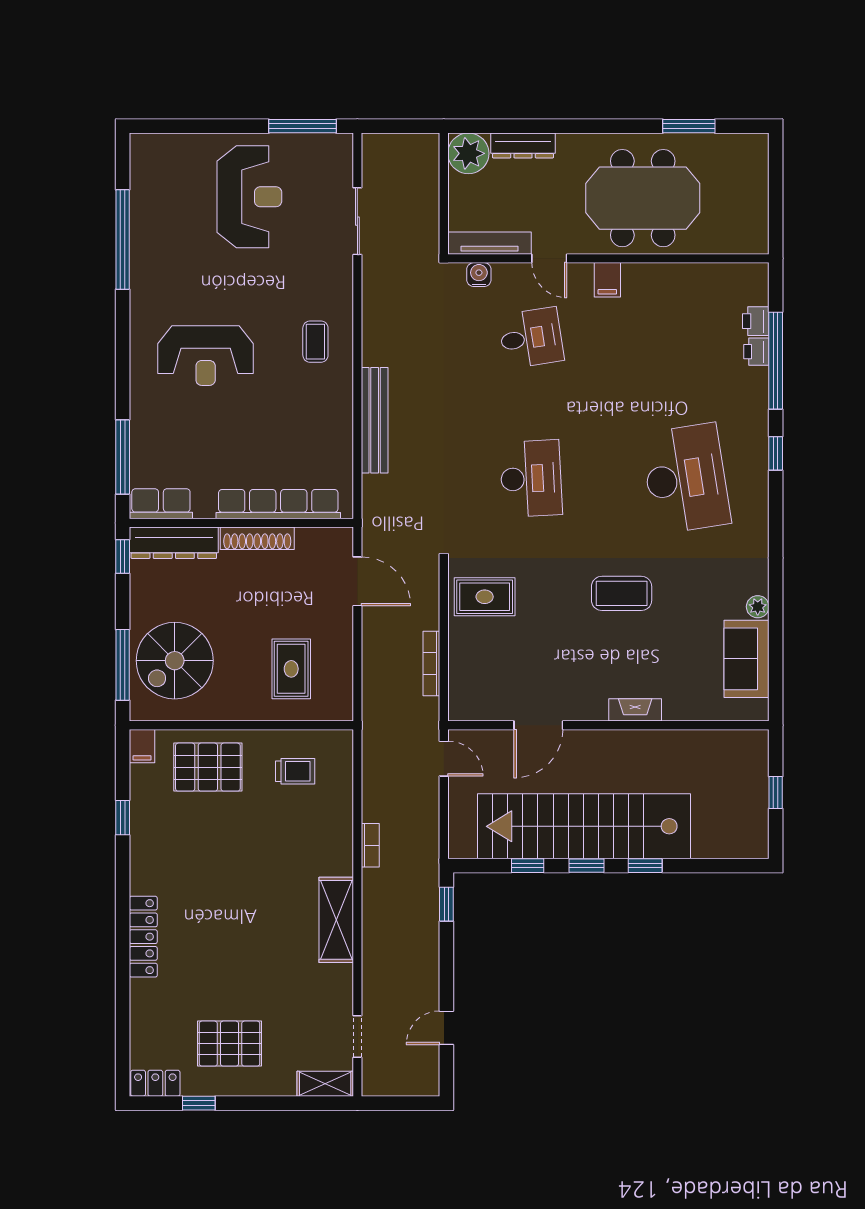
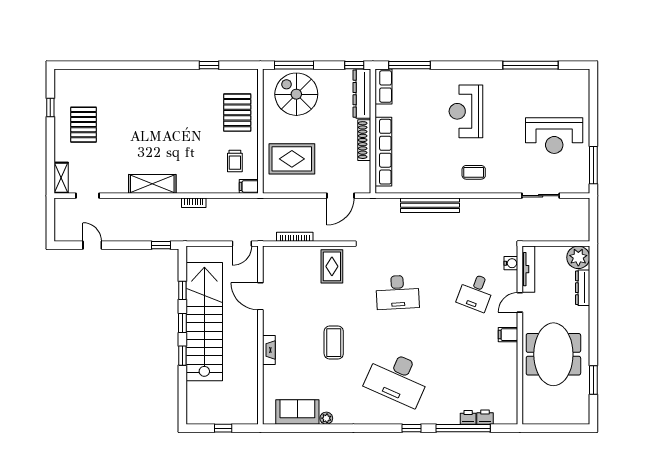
desk: (531, 338) -> (476, 292), turned 30
desk: (686, 478) -> (398, 378), turned 33
rug: (291, 669) -> (292, 159), width x1.36, depth x1.43
filing cabinet: (142, 746) -> (249, 186), moved
locker: (143, 937) -> (143, 77), removed
locker: (155, 1083) -> (61, 83), removed

